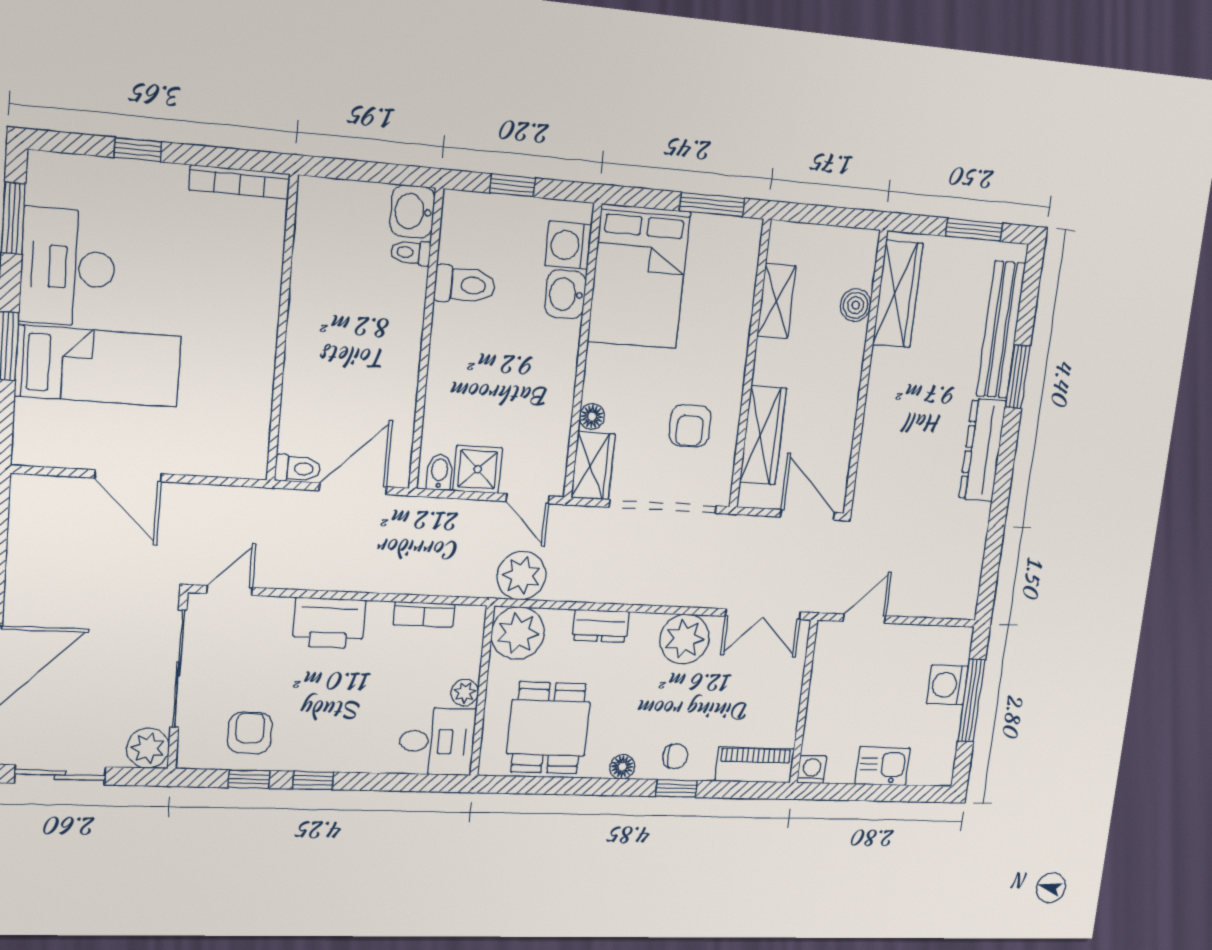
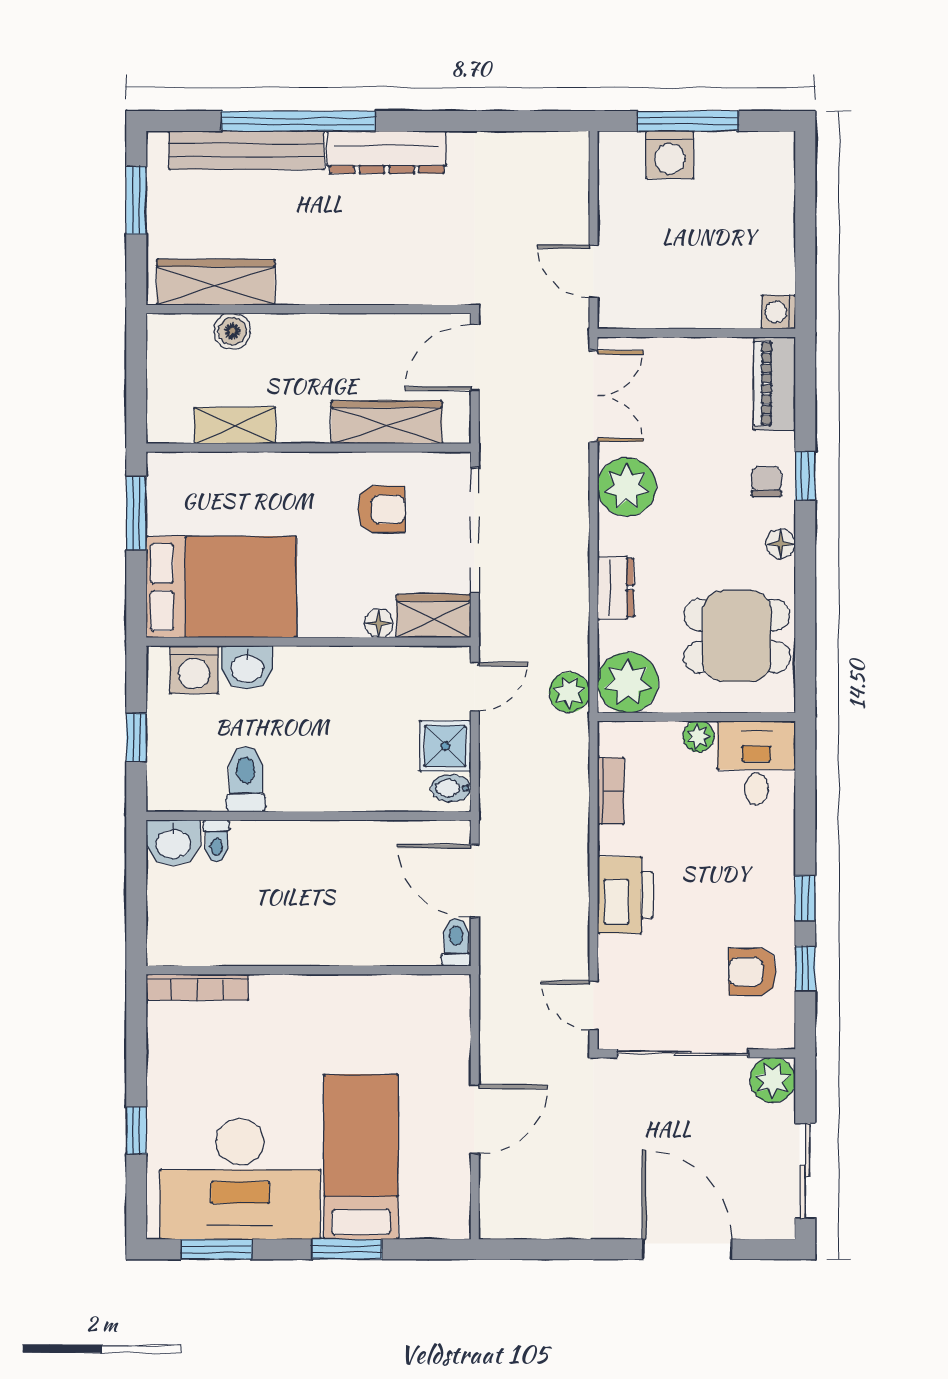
bookcase: (240, 182) -> (197, 987), moved, turned 90
desk: (68, 267) -> (240, 1179), width x1.36, depth x1.30
window: (1018, 377) -> (299, 121), width x2.11
plant: (521, 576) -> (569, 692), width x0.73, depth x0.73
kitchen sink: (883, 766) -> (772, 223), removed

